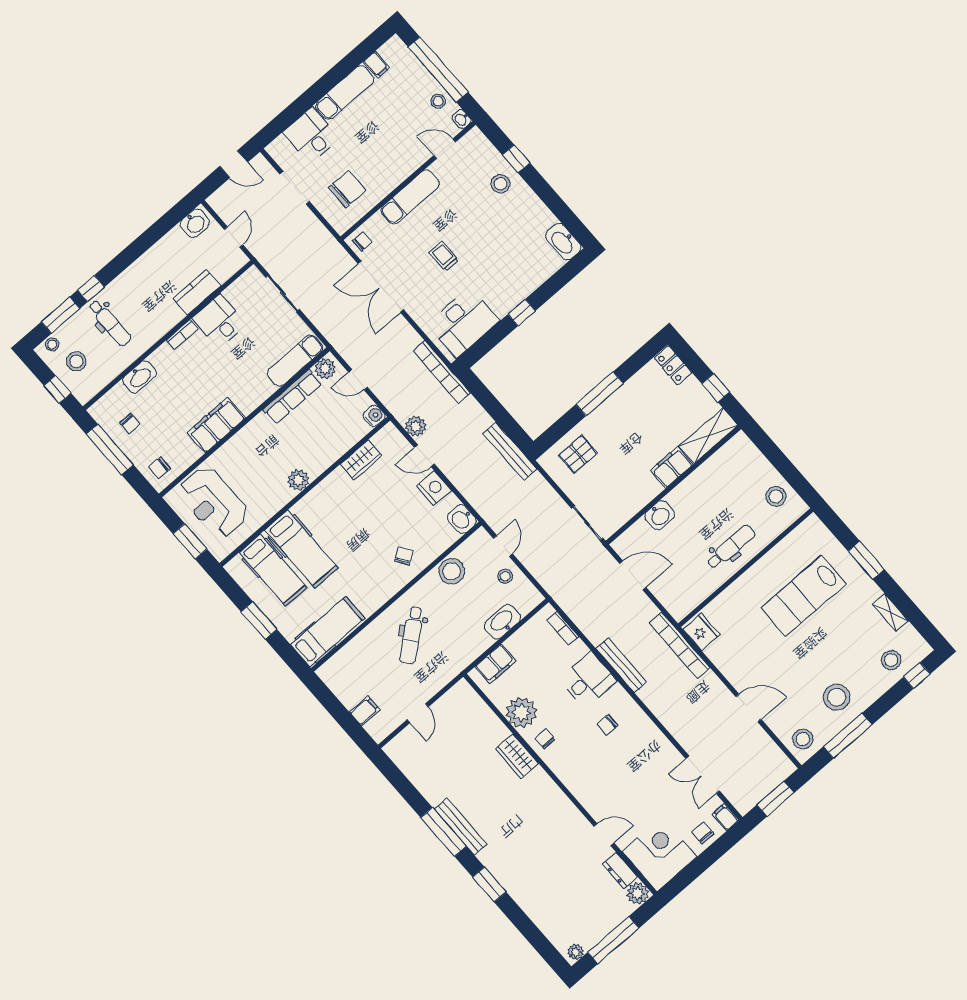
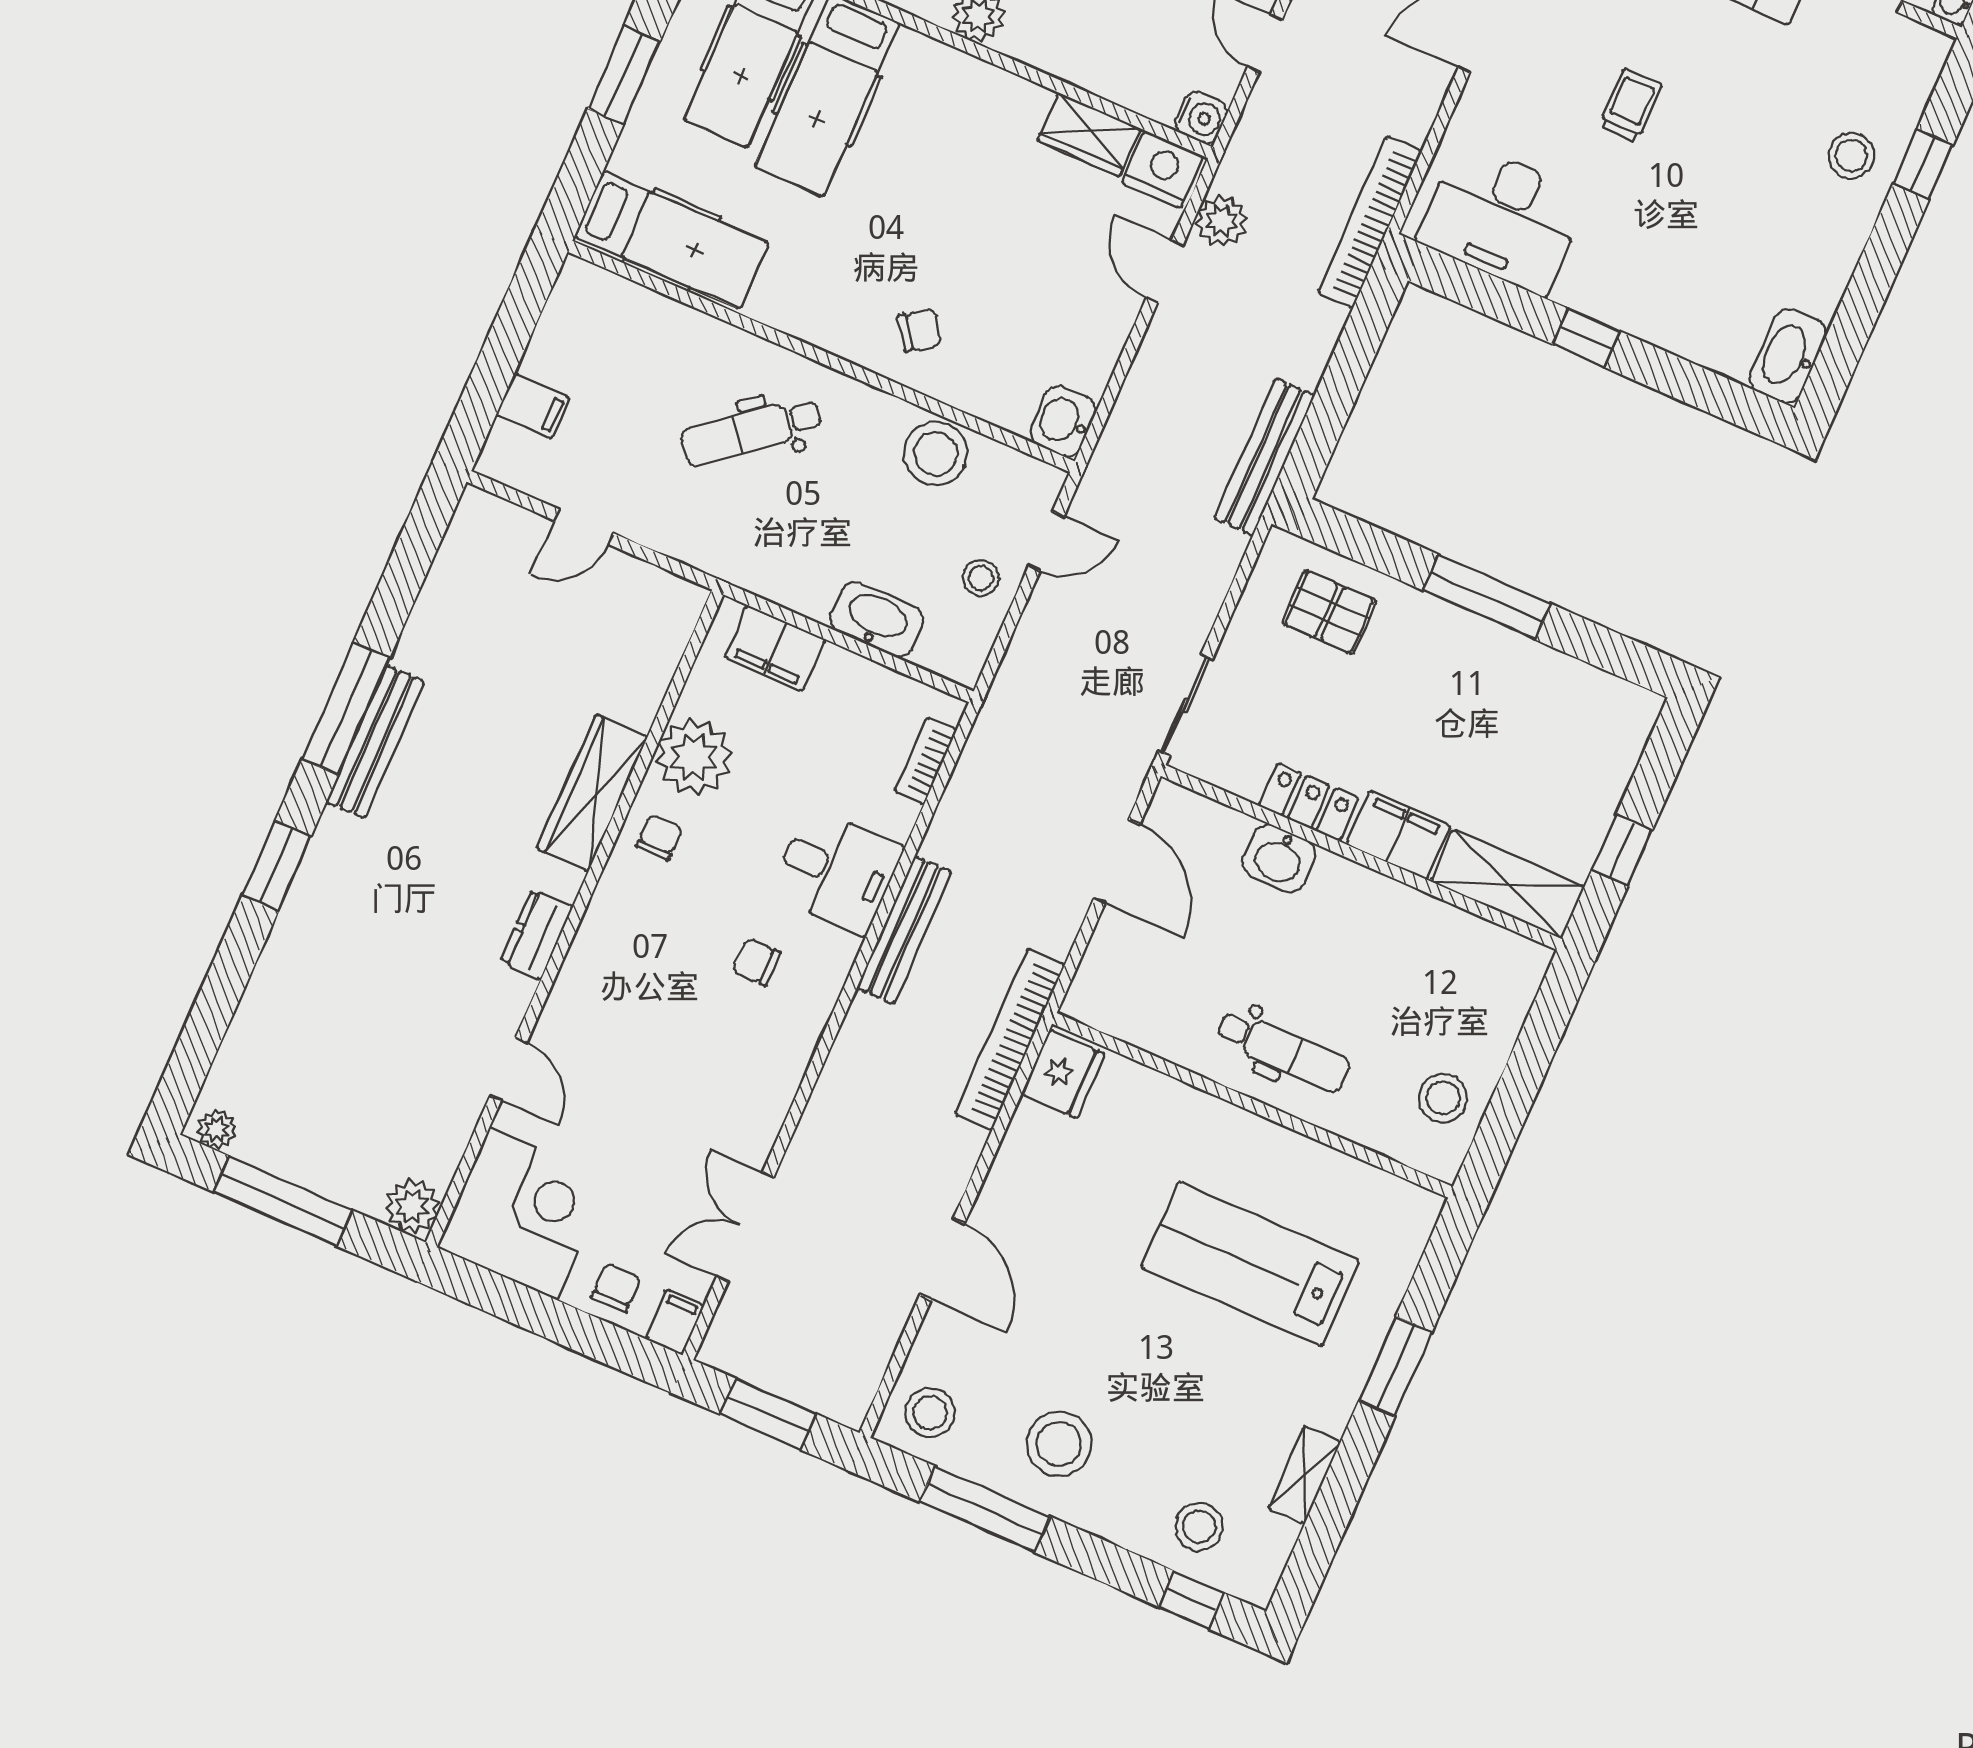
locker: (673, 365) -> (1309, 802), moved, turned 90
nightstand: (434, 488) -> (1163, 170), moved, turned -90
wardrobe: (517, 756) -> (592, 793), width x1.50
dresser: (620, 871) -> (537, 934), moved

